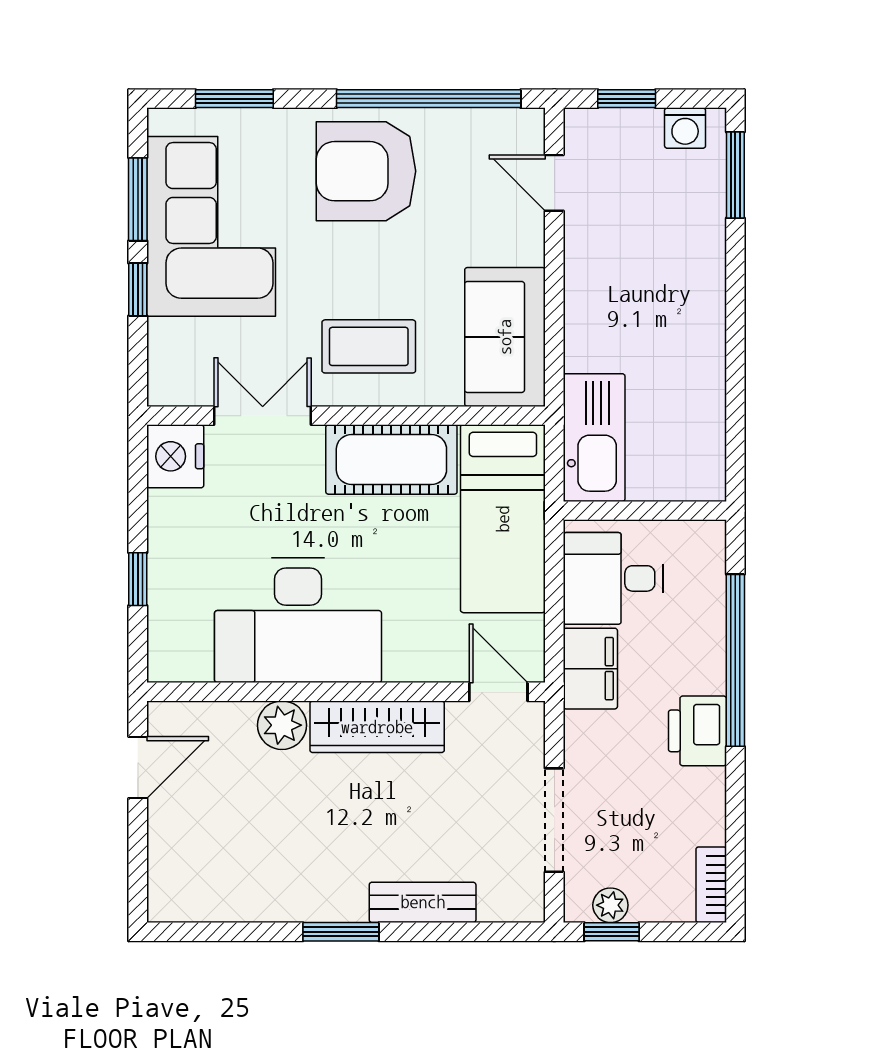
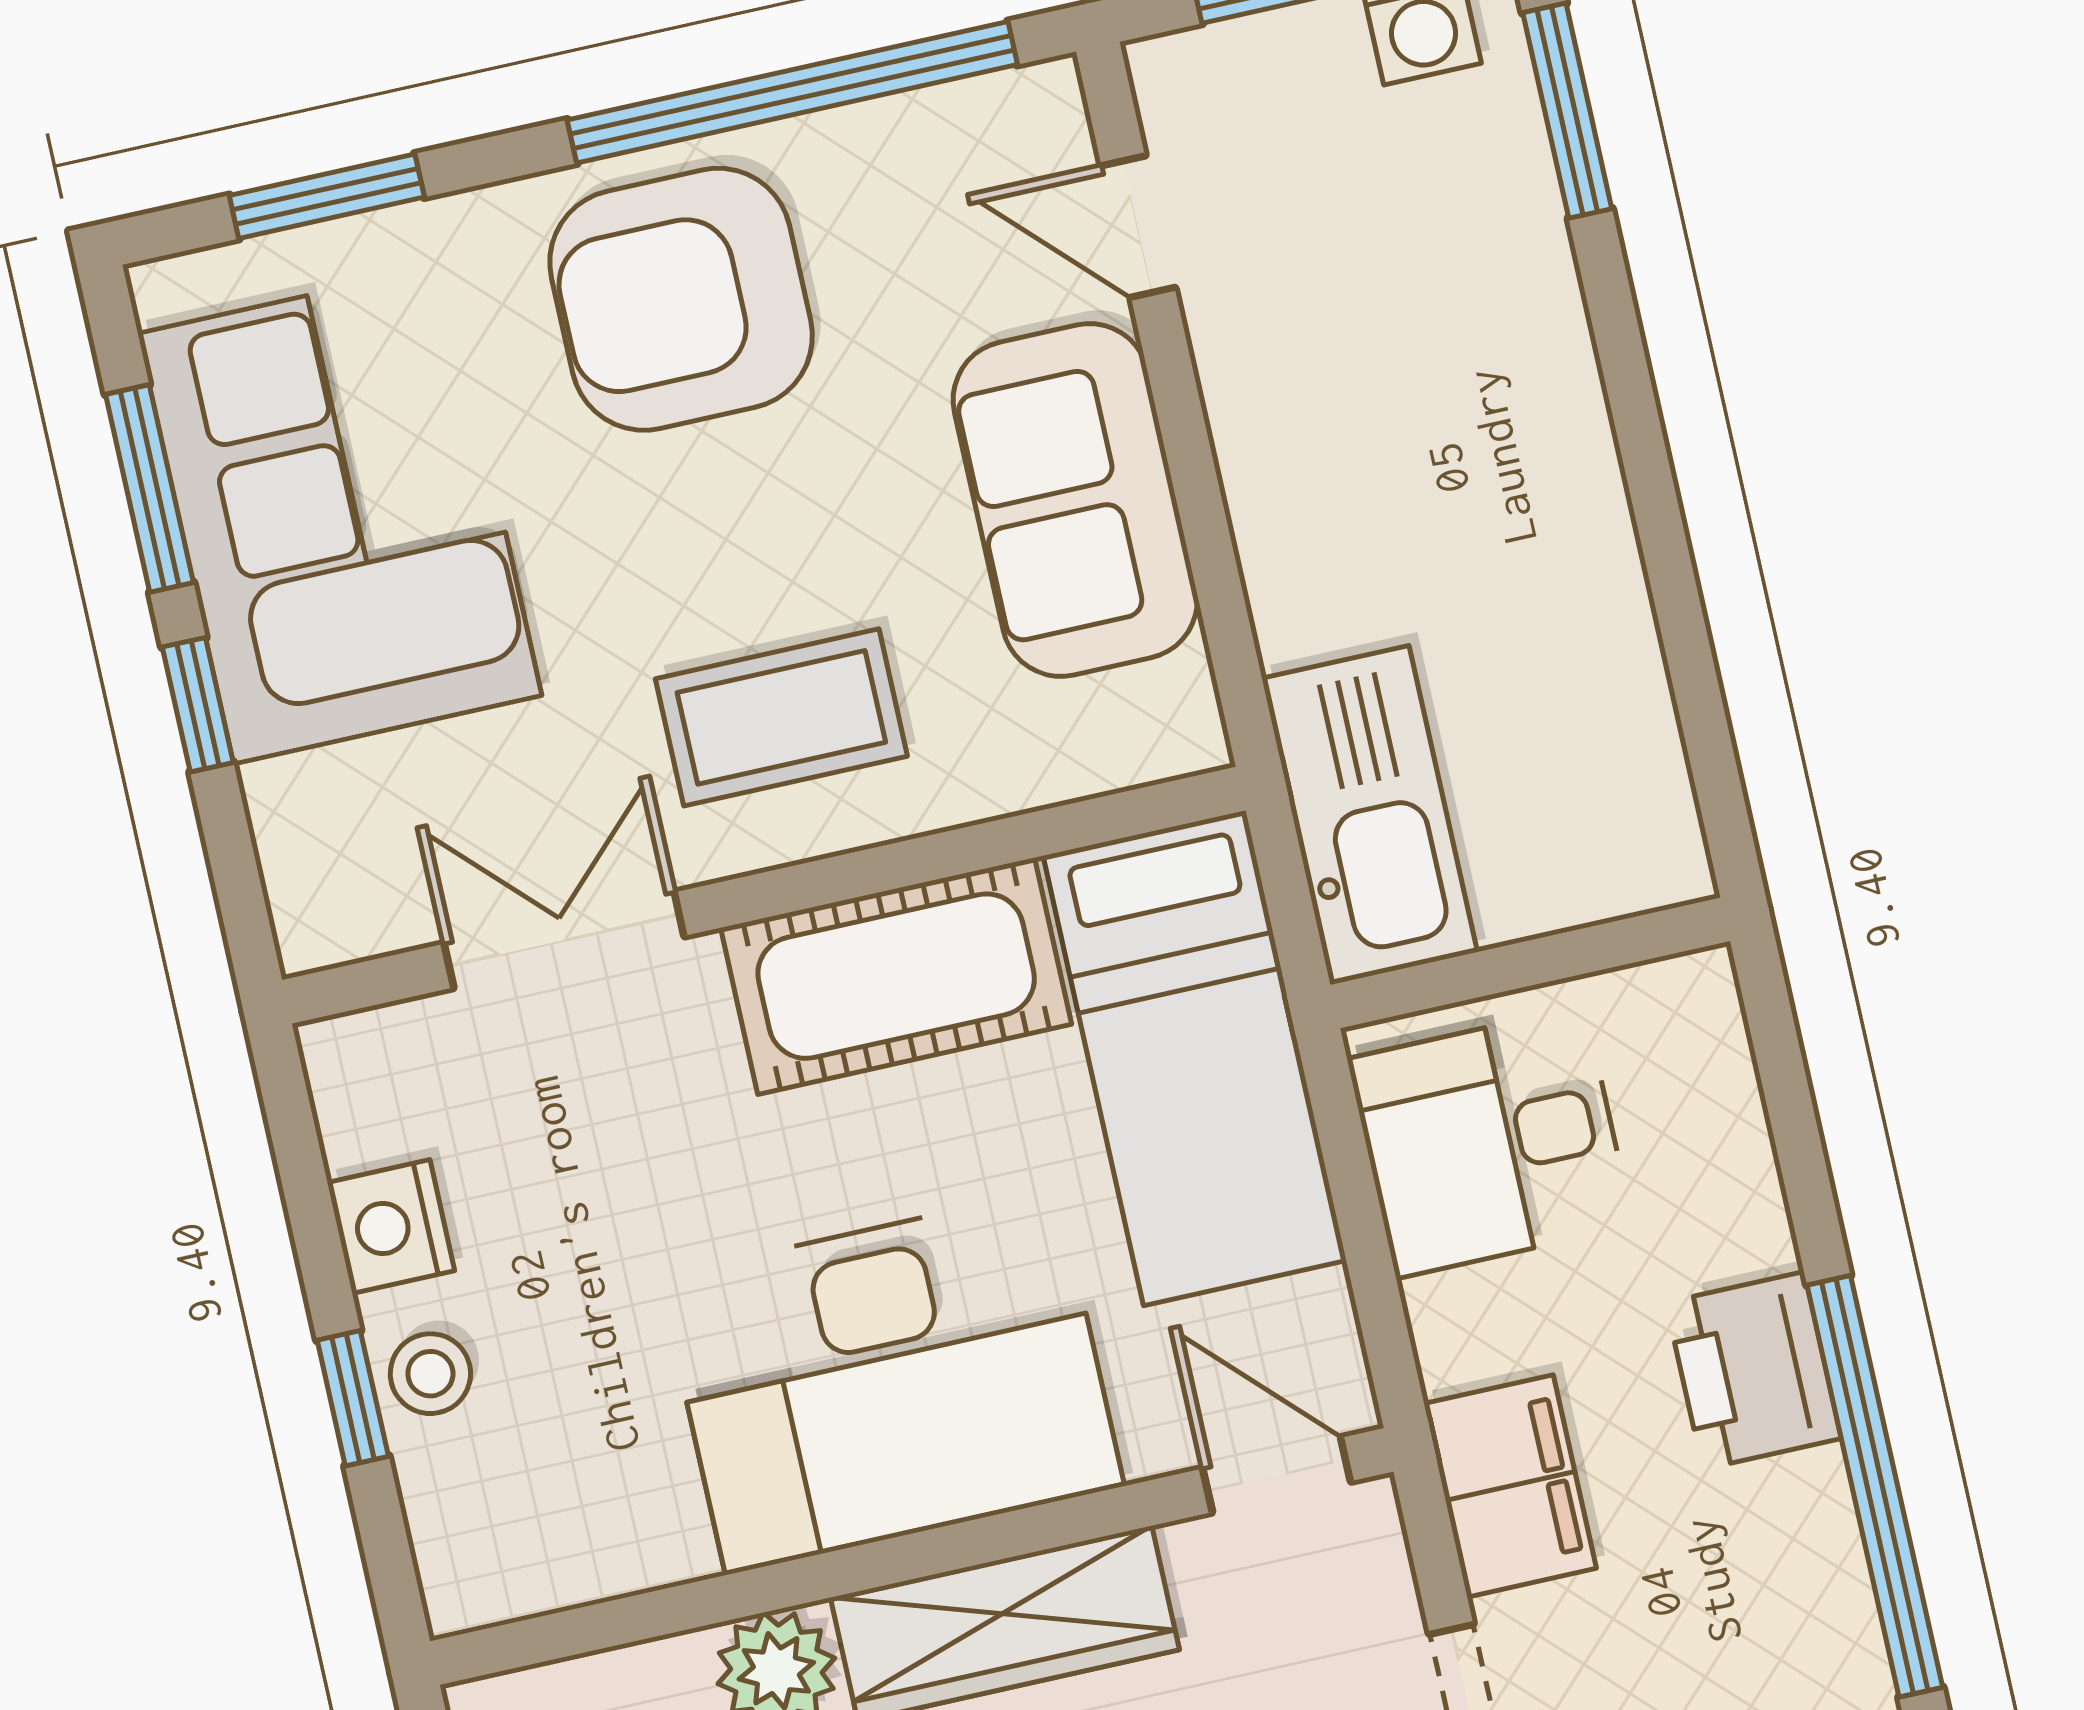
sofa: (505, 337) -> (1075, 500), moved
nightstand: (175, 456) -> (391, 1227), moved, width x0.74, depth x0.75
stool: (171, 576) -> (430, 1374), added
desk: (298, 620) -> (892, 1381), moved
window: (735, 660) -> (1875, 1486), moved
filing cabinet: (590, 669) -> (1510, 1486), moved
printer: (697, 731) -> (1754, 1370), moved

